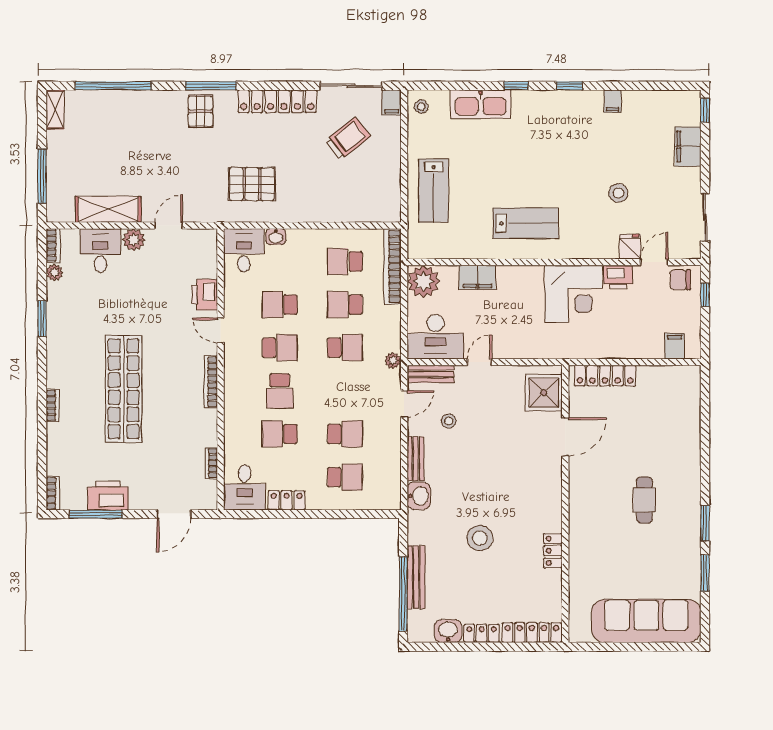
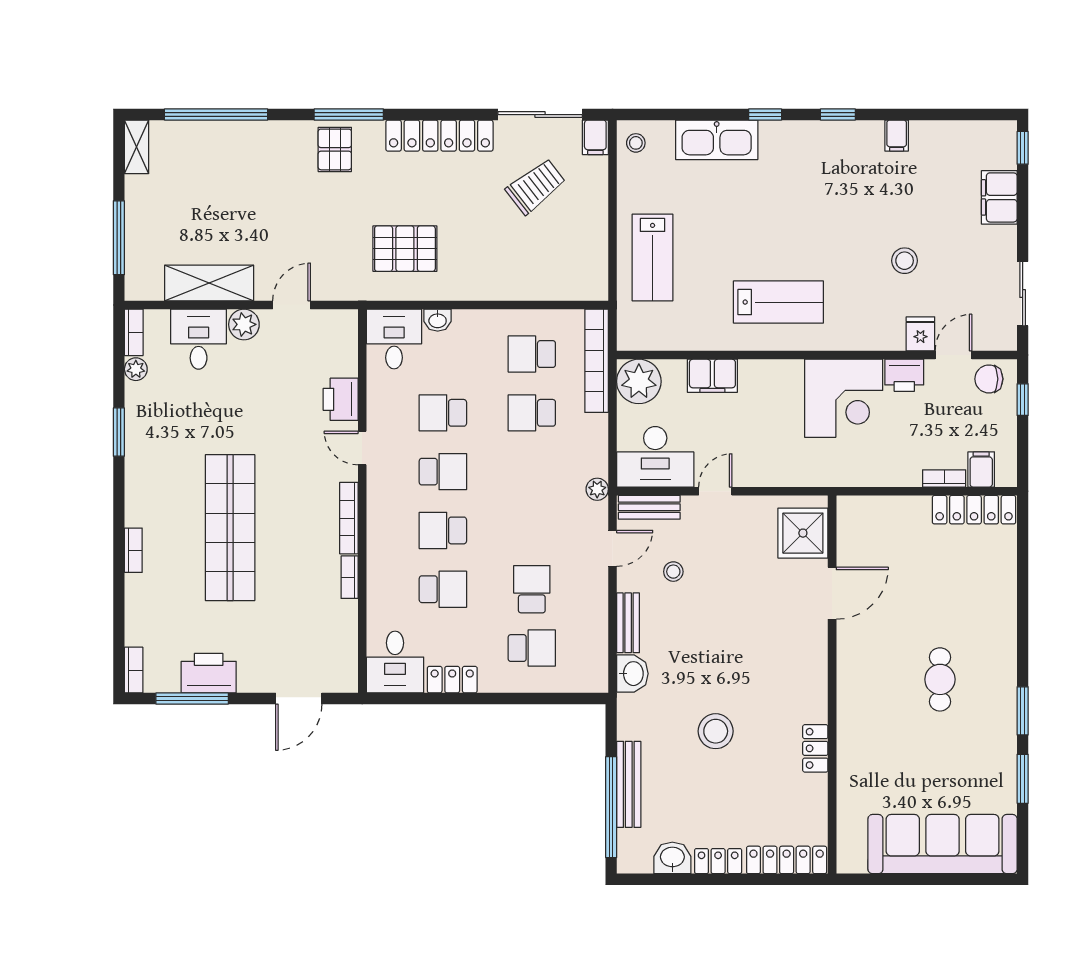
school desk: (345, 348) -> (532, 472), removed
bookcase: (647, 353) -> (944, 478), added
locker: (605, 376) -> (974, 510), moved
school desk: (280, 391) -> (443, 530), turned 90
school desk: (280, 434) -> (443, 589), turned 180
school desk: (345, 434) -> (532, 589), turned -90
bookcase: (211, 463) -> (350, 577), moved

